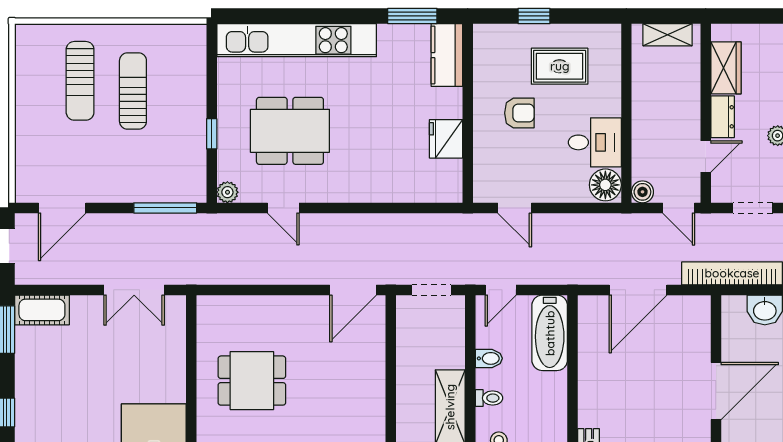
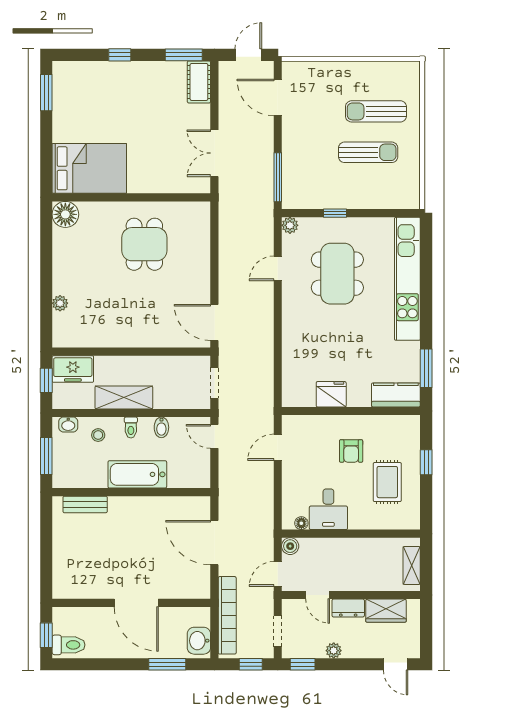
floor lamp: (605, 185) -> (301, 523), width x0.53, depth x0.53
bathtub: (550, 333) -> (137, 474), moved

